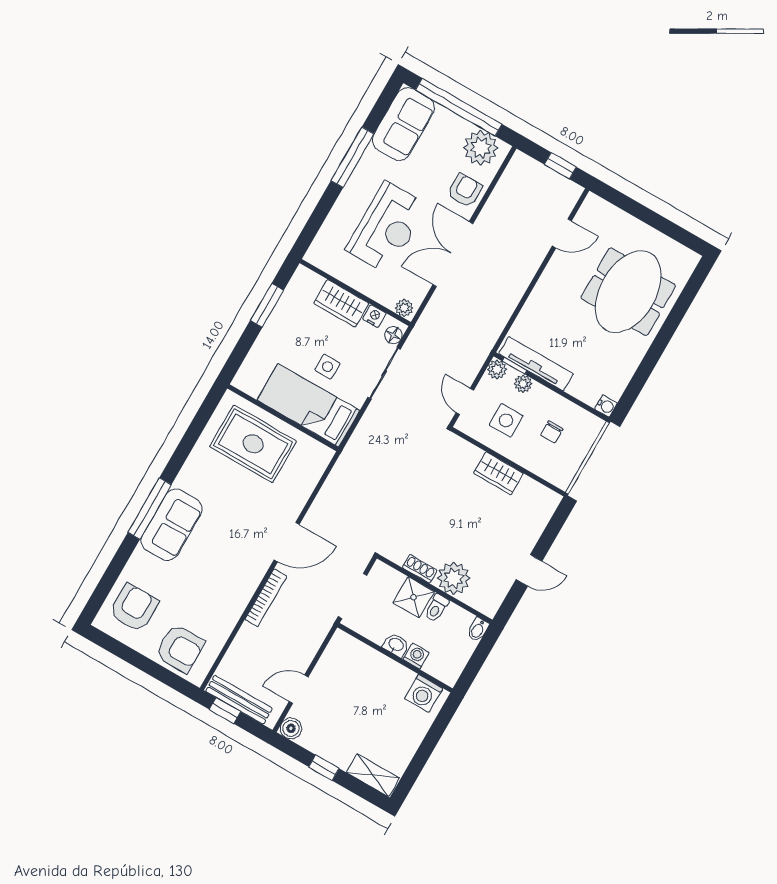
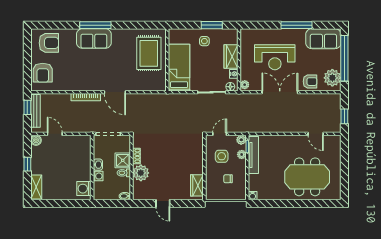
side table: (327, 367) -> (204, 41), moved
wardrobe: (498, 473) -> (197, 185), moved

